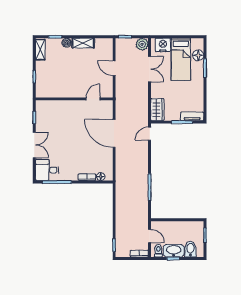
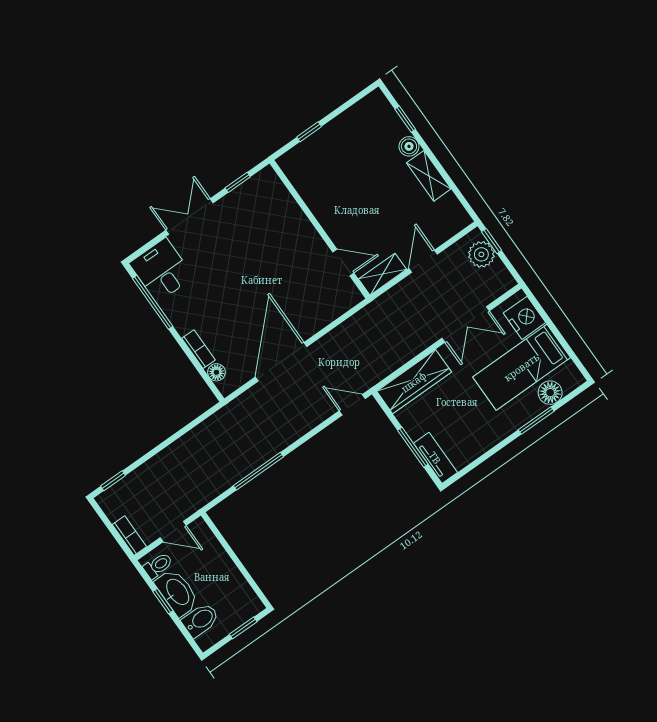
plant: (142, 44) -> (481, 254), moved
shelving: (40, 50) -> (382, 274), moved
wardrobe: (157, 110) -> (414, 382), width x1.50
door: (114, 133) -> (281, 362), moved
double door: (34, 145) -> (190, 216), swing flipped
door: (150, 236) -> (173, 532), hinge flipped

